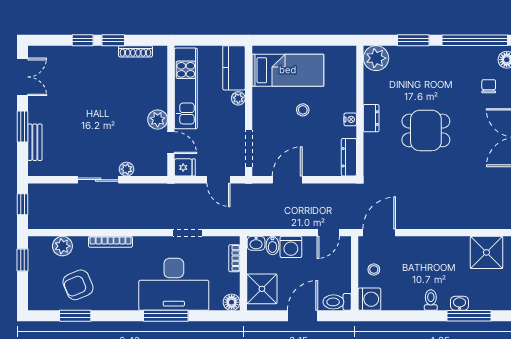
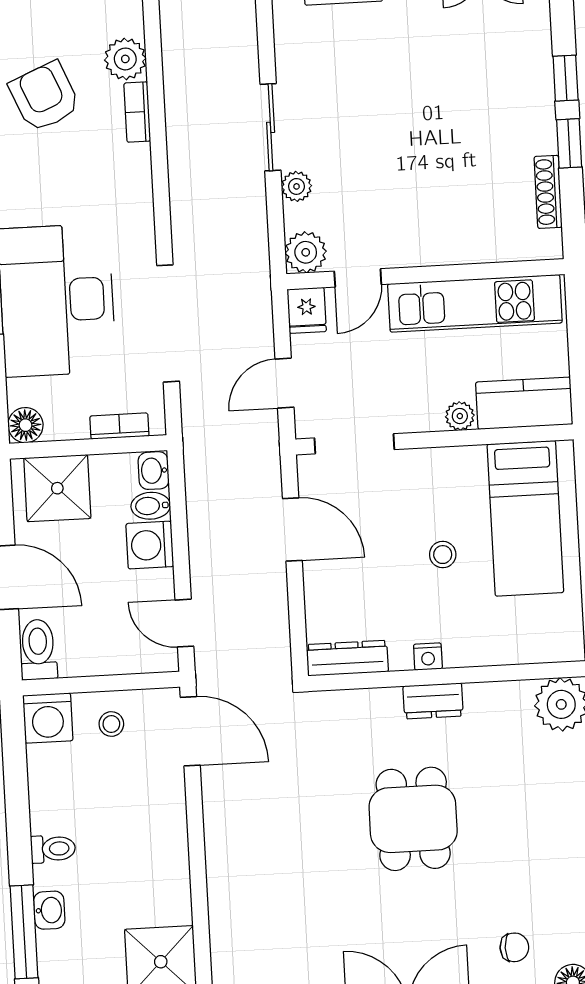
plant: (158, 120) -> (306, 252), moved
doorway: (187, 233) -> (168, 323), width x1.87
bookcase: (111, 242) -> (137, 112), moved, width x0.64

